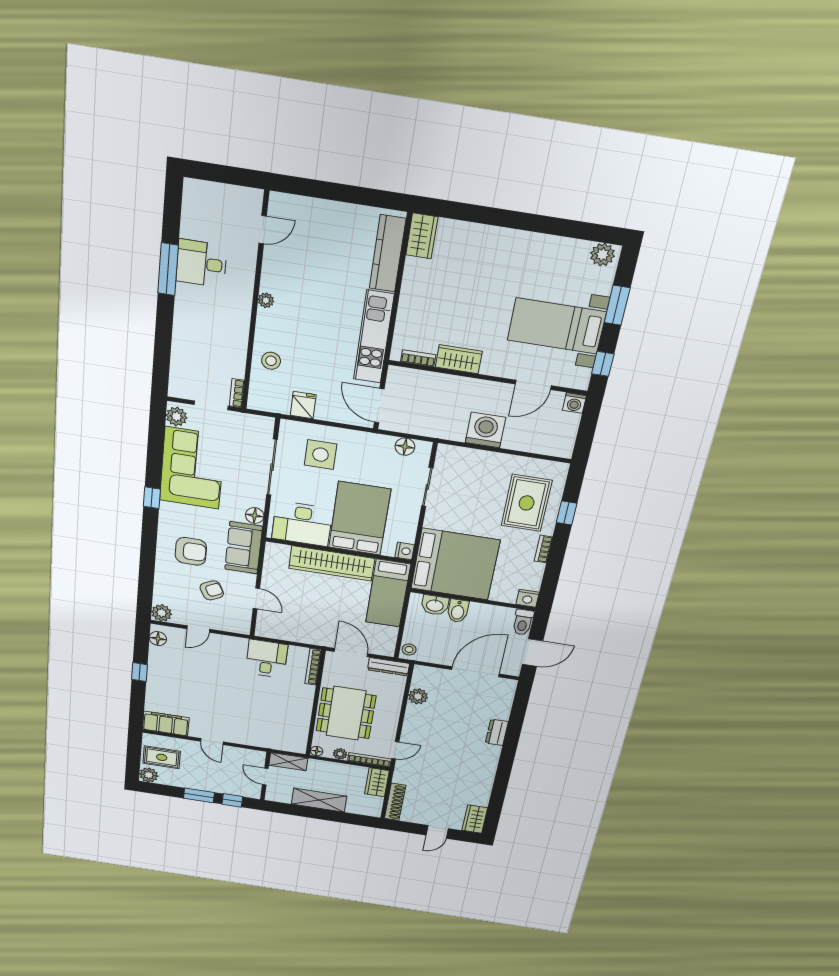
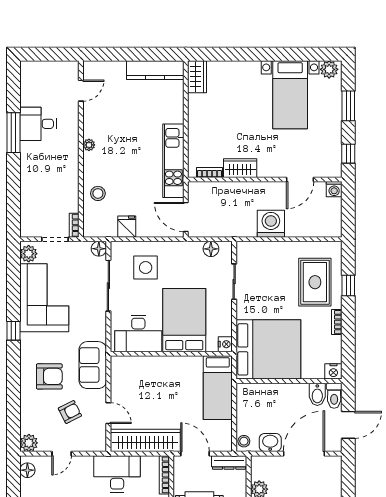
kitchen counter: (388, 254) -> (155, 70), moved, turned -90
bed with nightstands: (557, 326) -> (290, 95), moved, turned -90
floor lamp: (255, 516) -> (99, 249), moved
wardrobe: (332, 563) -> (145, 440), moved, turned 180
washbasin: (435, 605) -> (270, 443), moved, turned 180
bidet: (458, 611) -> (317, 394), moved
desk: (267, 659) -> (117, 474), width x1.37

